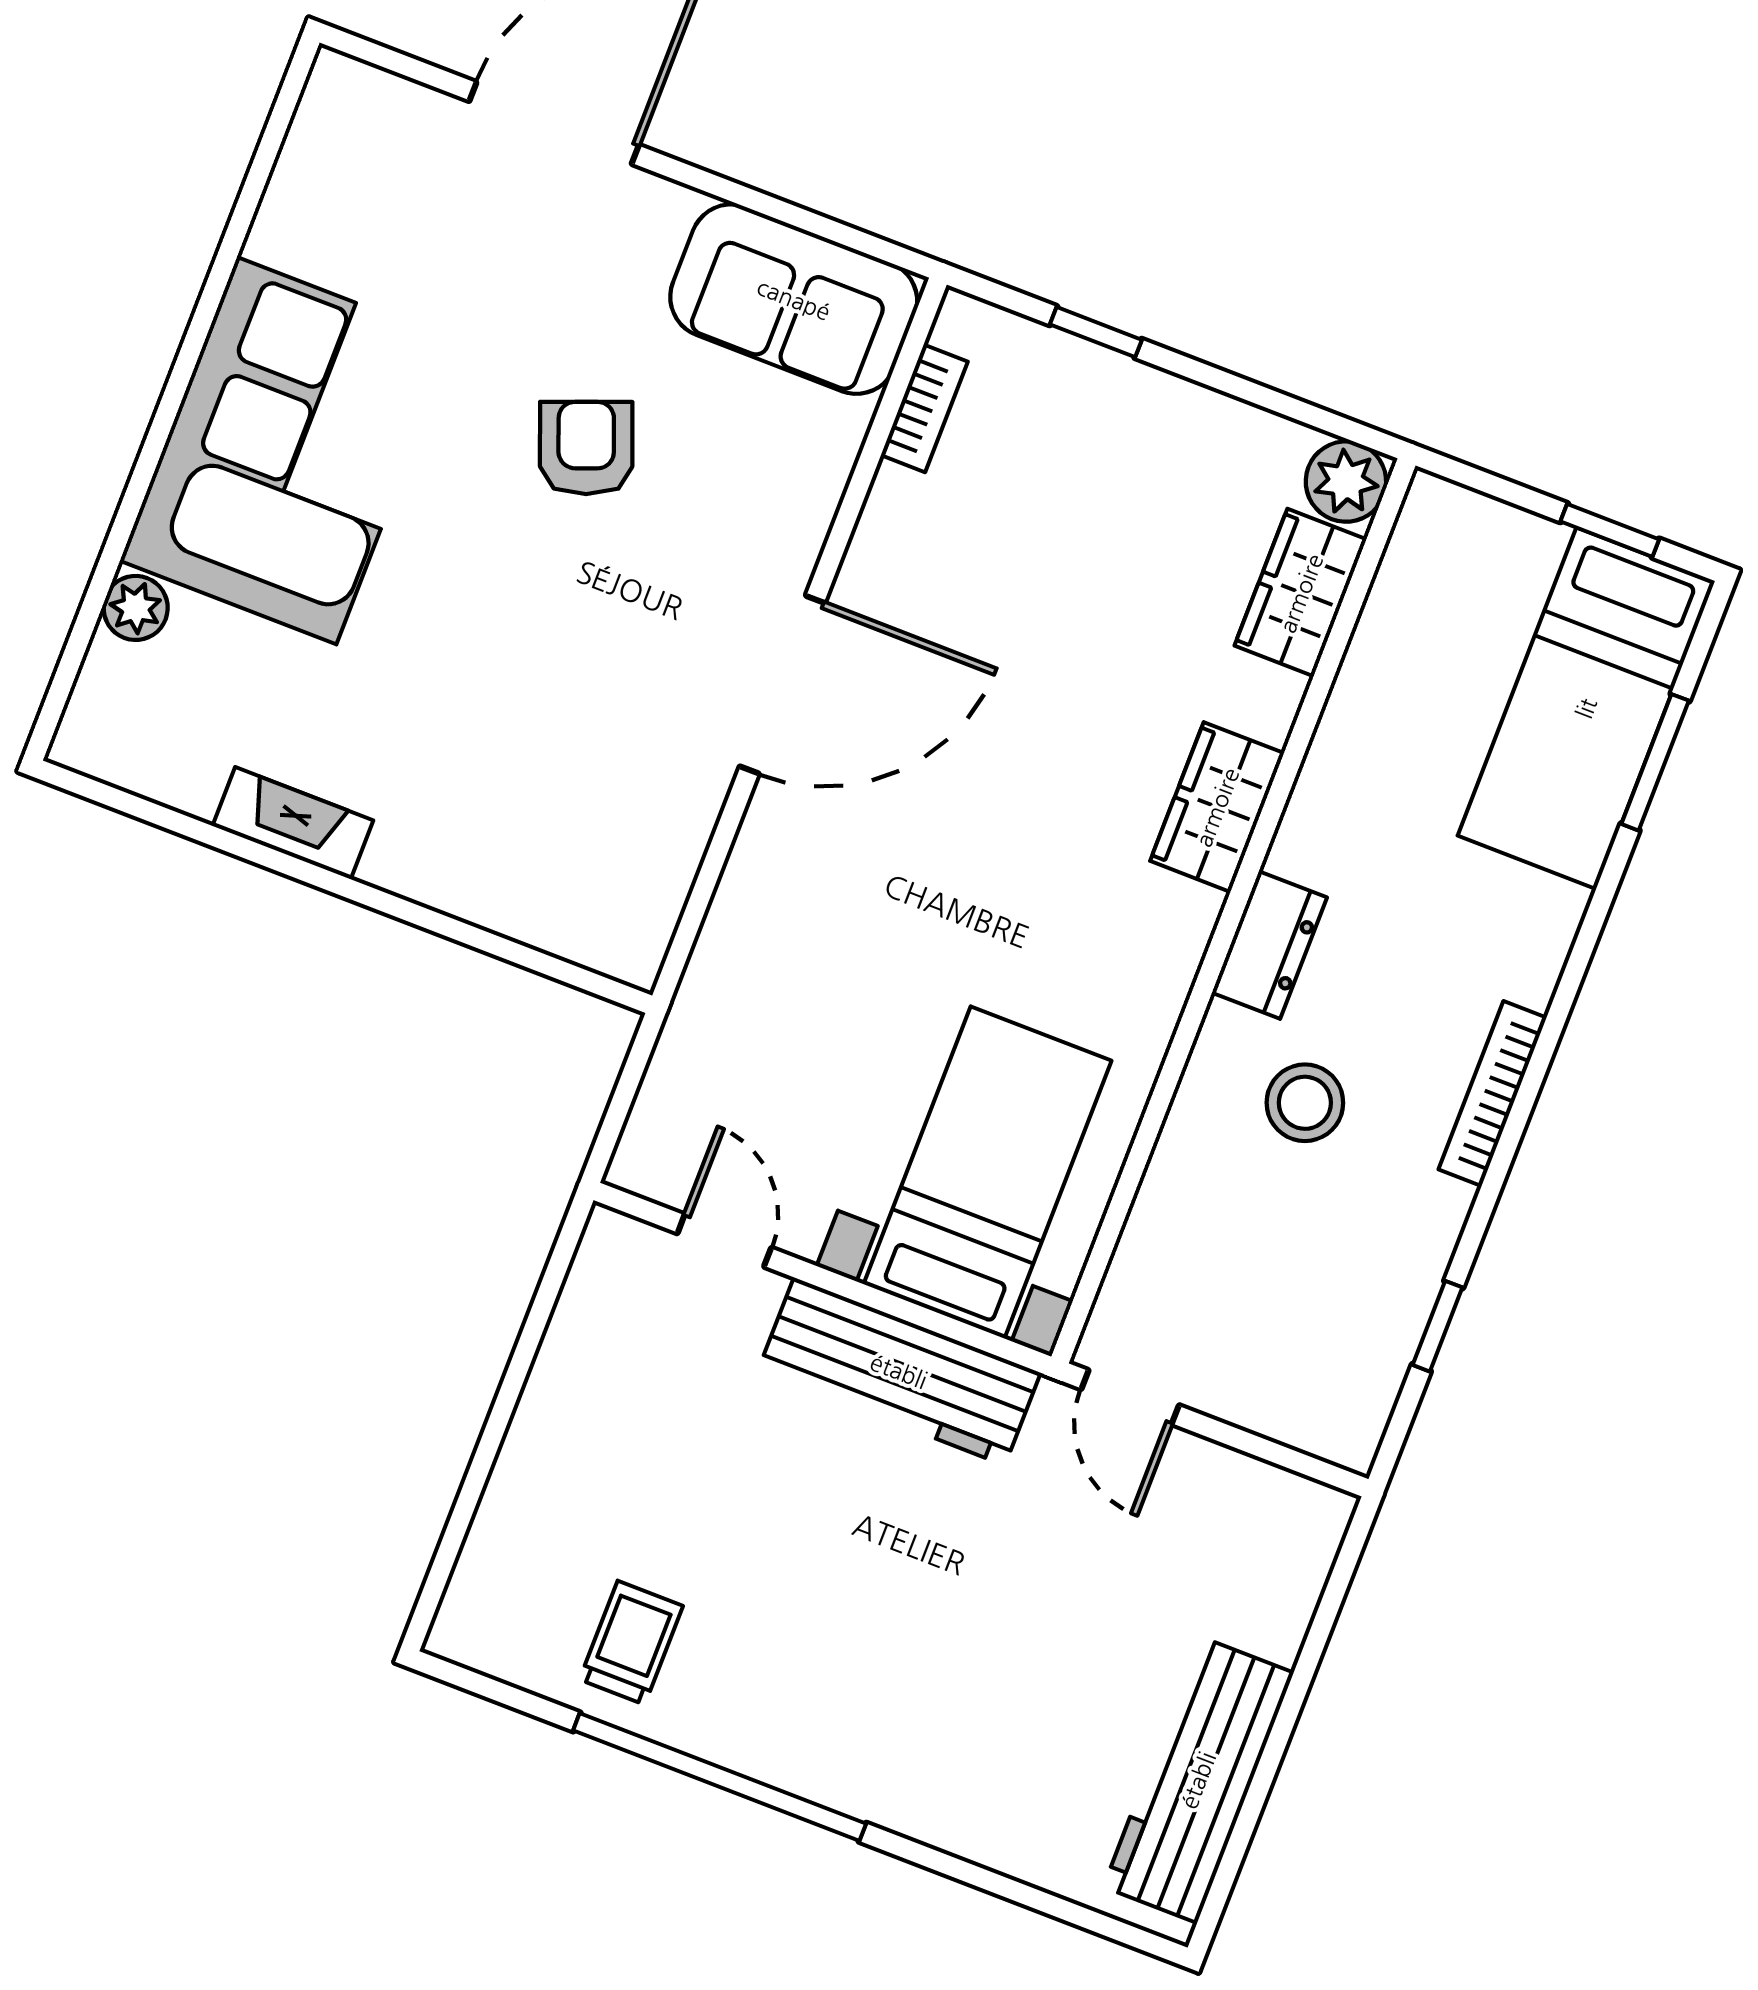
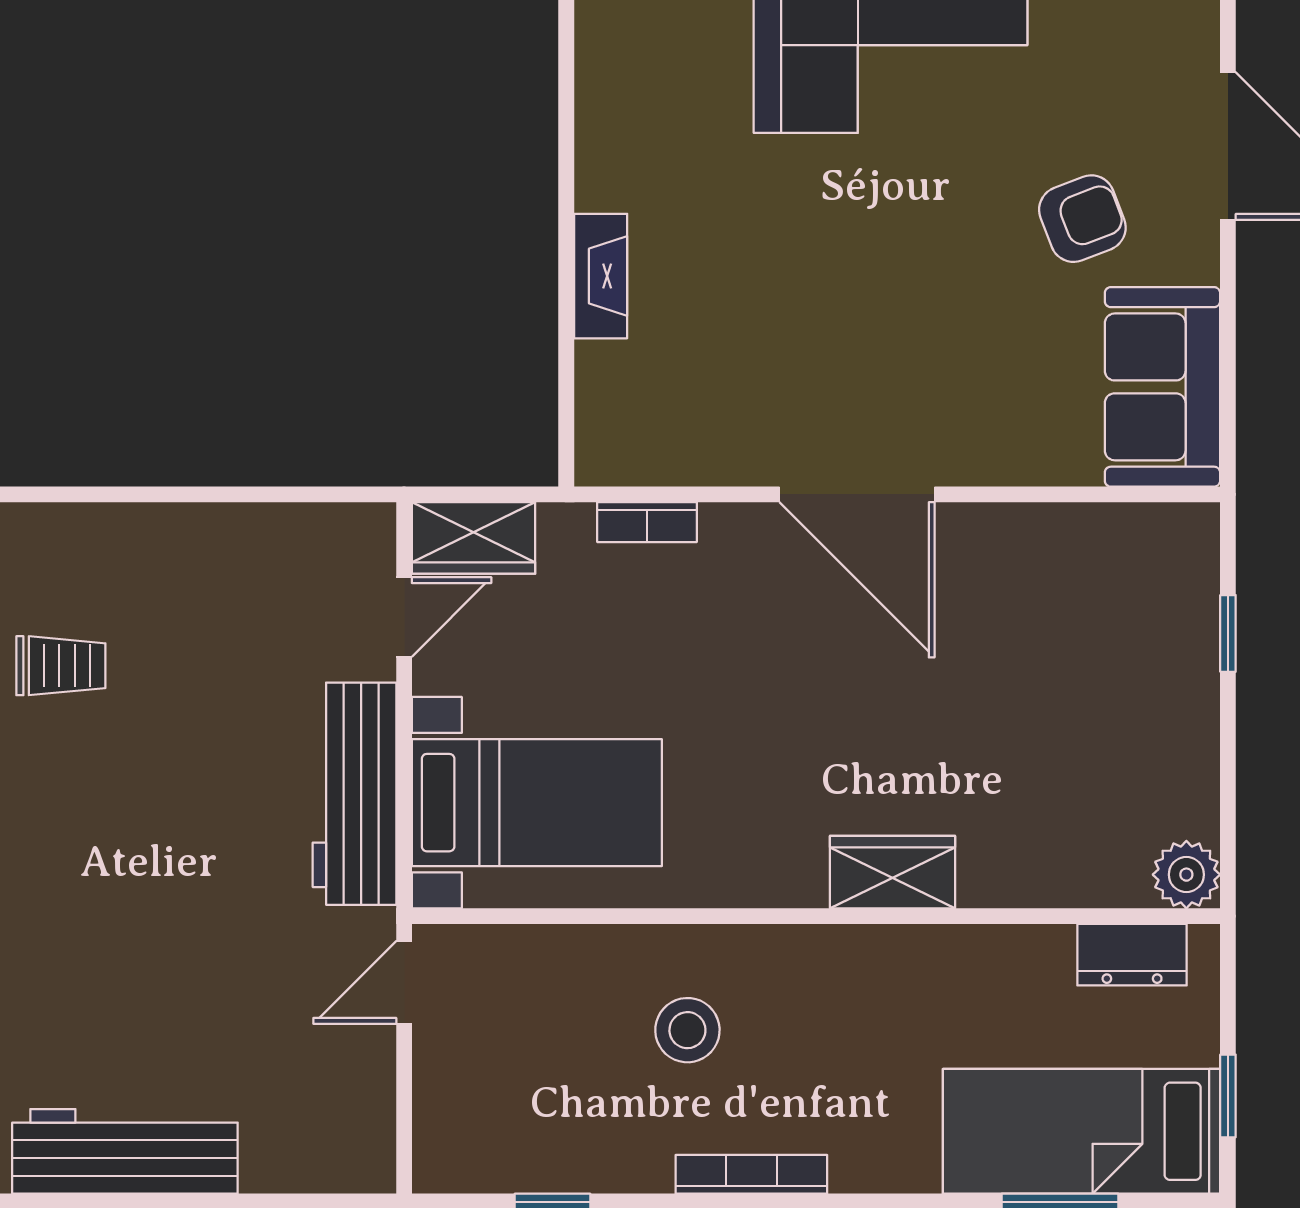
bookcase: (924, 408) -> (647, 522), moved
armchair: (586, 448) -> (1082, 219), moved
wardrobe: (1301, 593) -> (473, 538), moved, turned 180
fireplace: (293, 823) -> (601, 276), moved
dresser: (1269, 945) -> (1132, 955), moved

